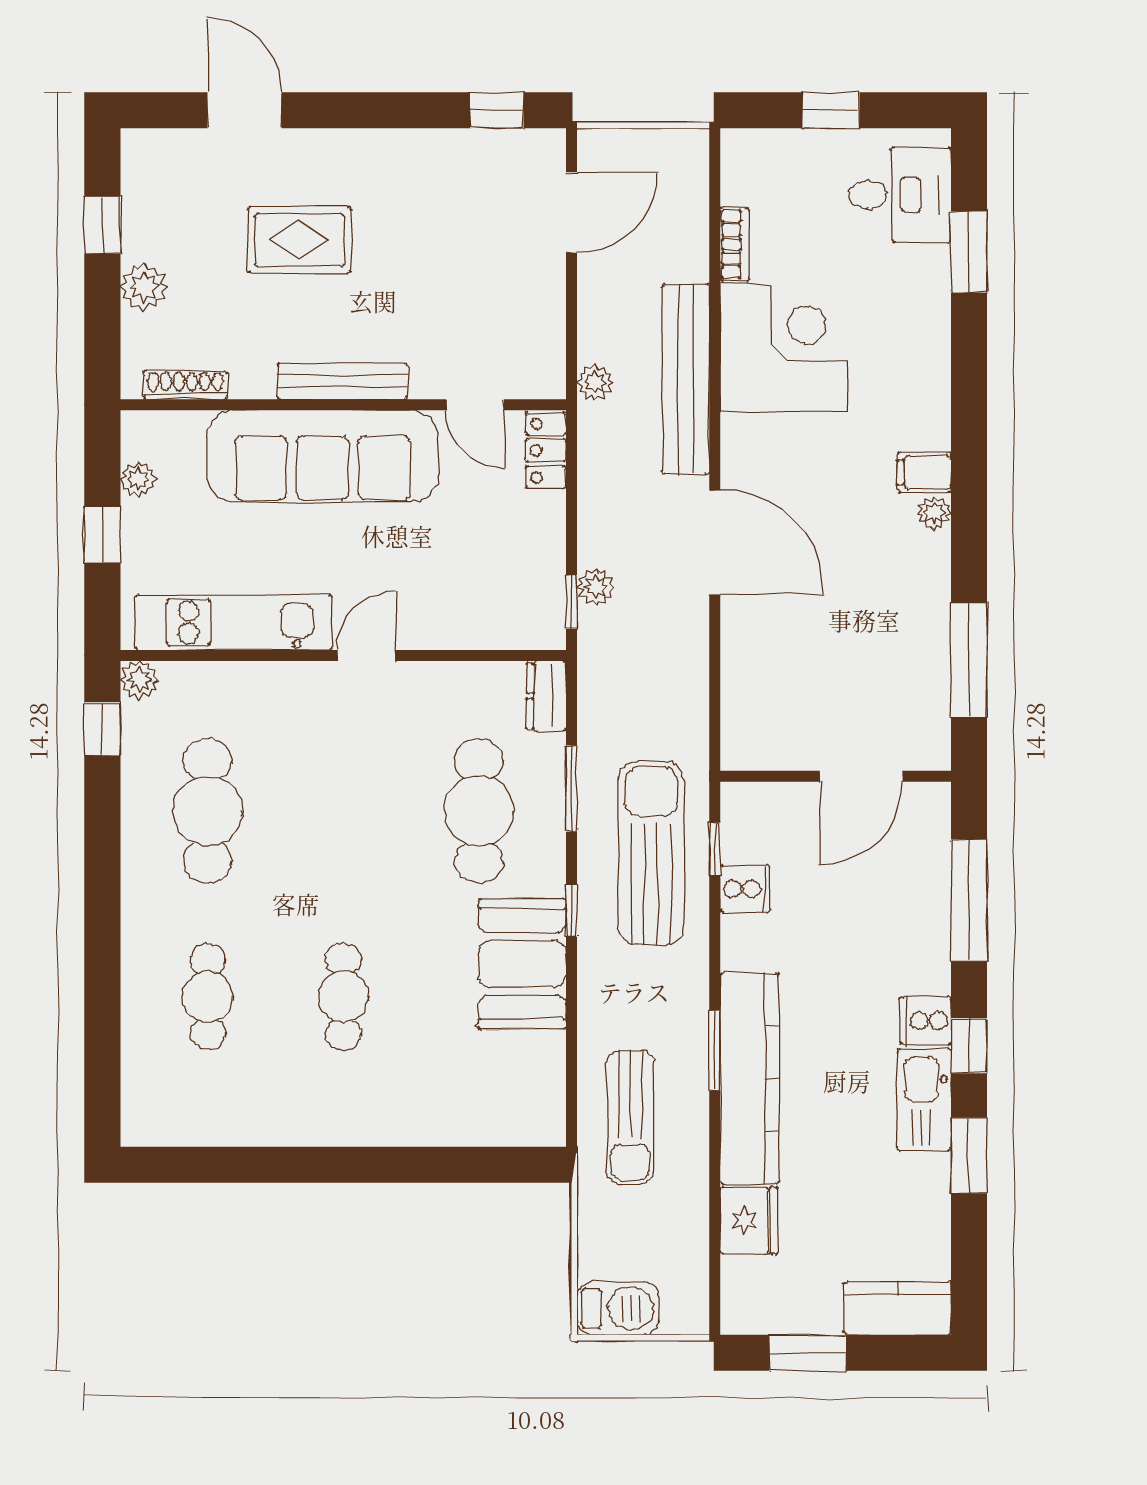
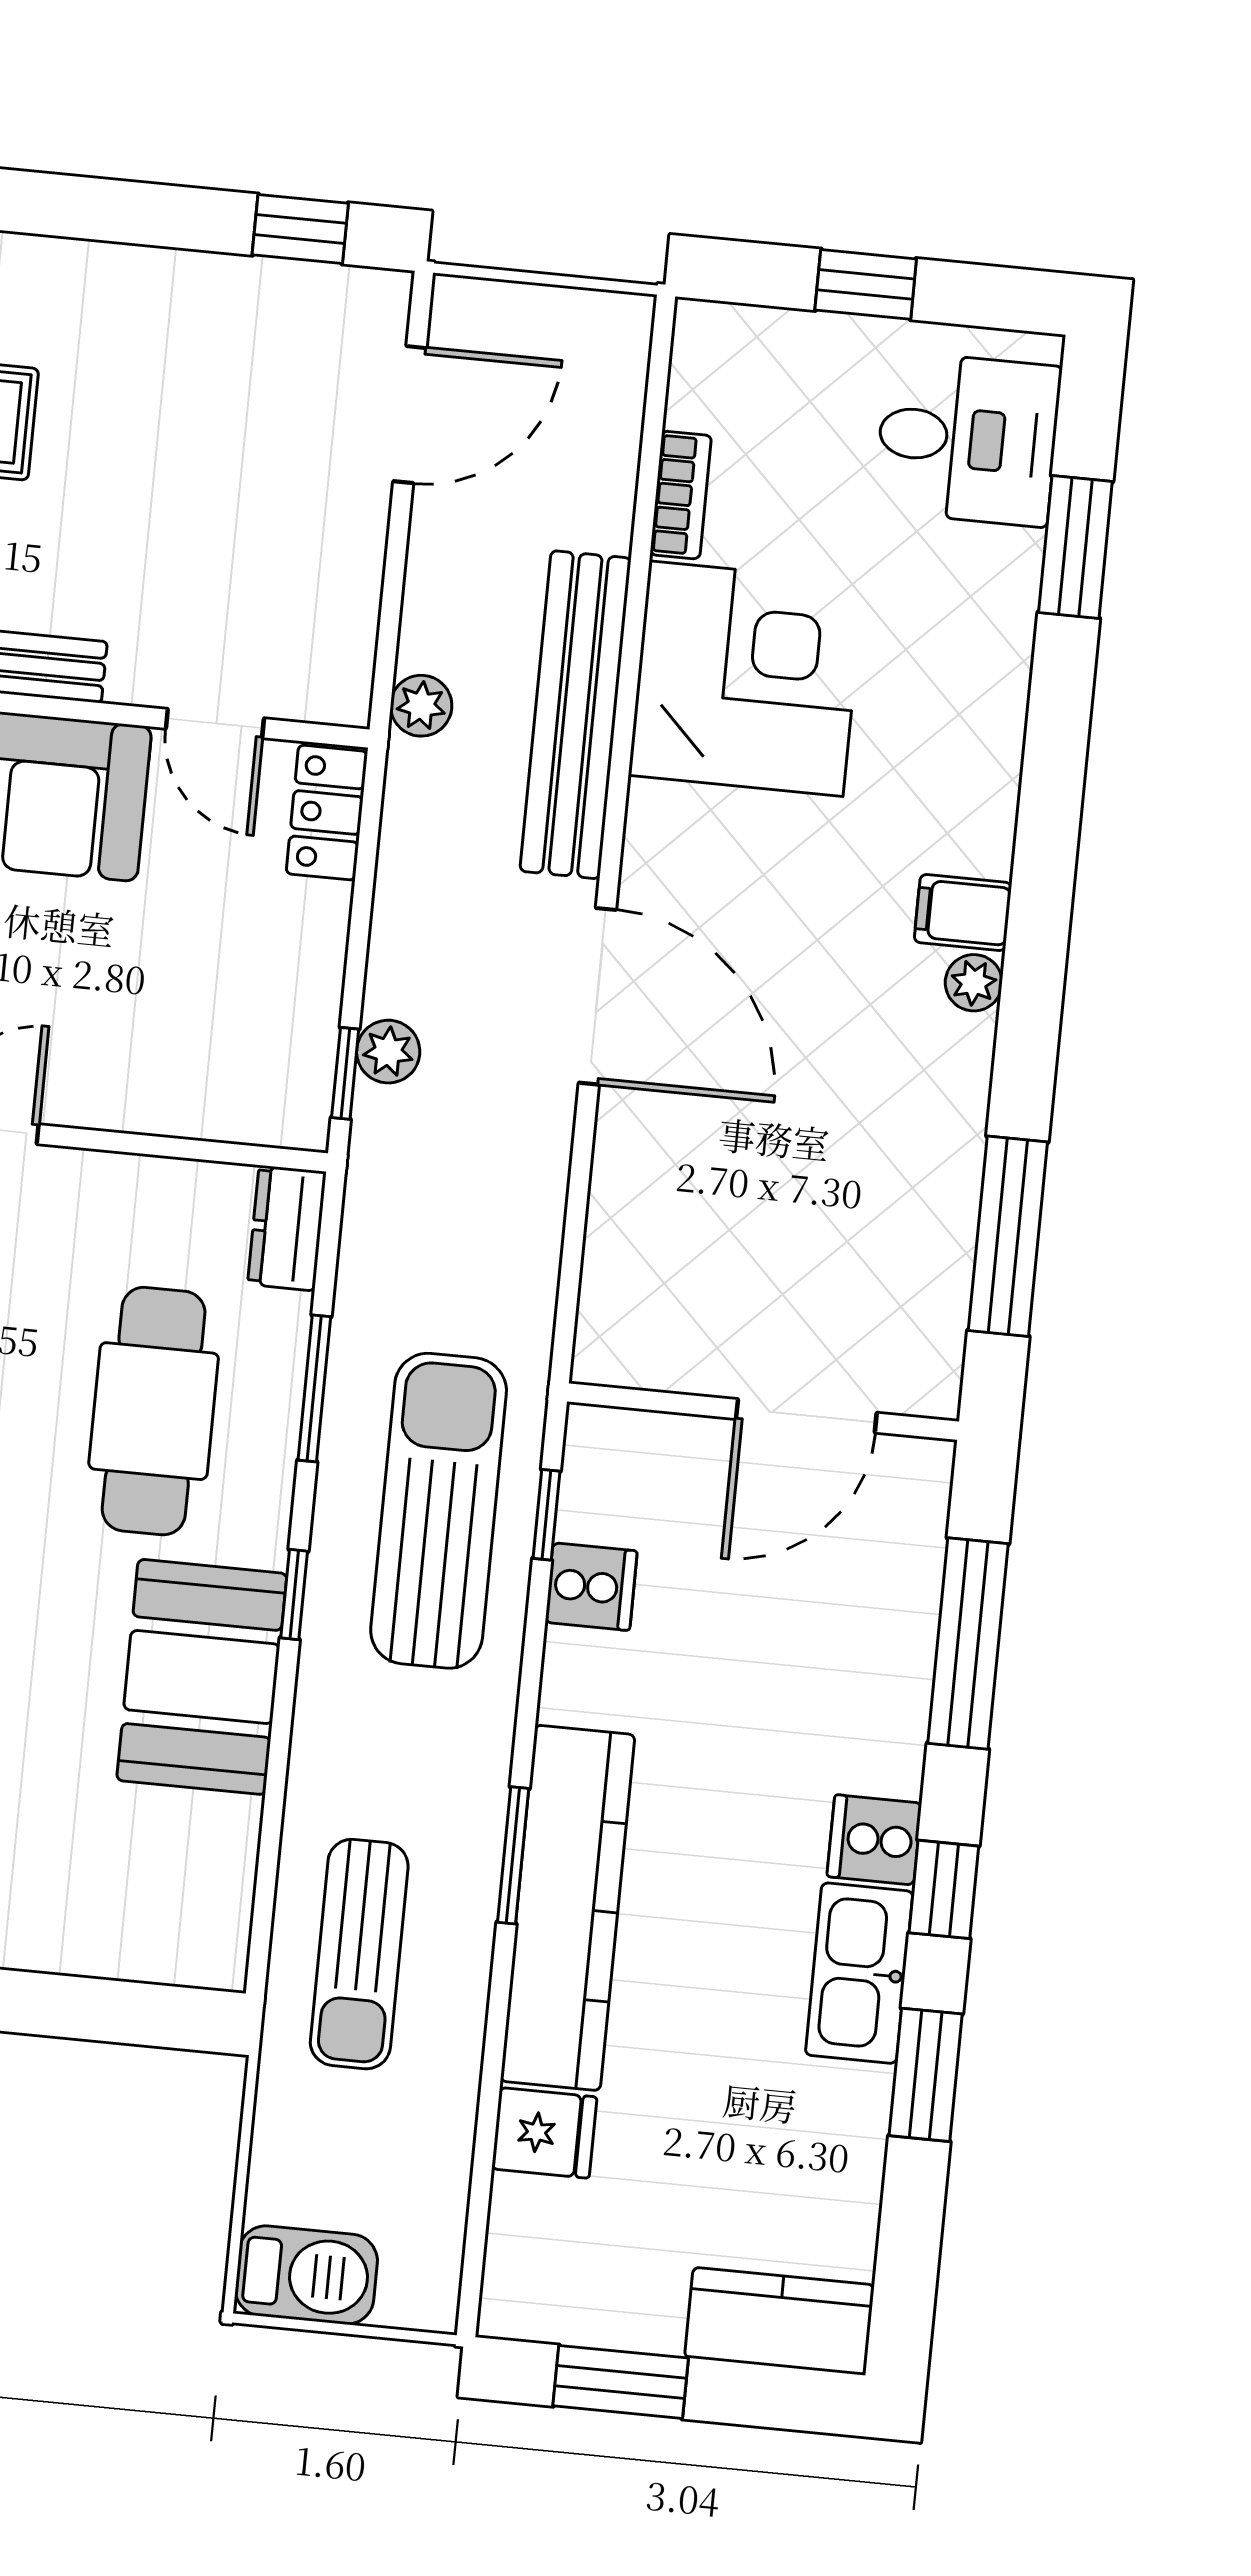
fridge: (749, 1221) -> (544, 2133), width x0.72

